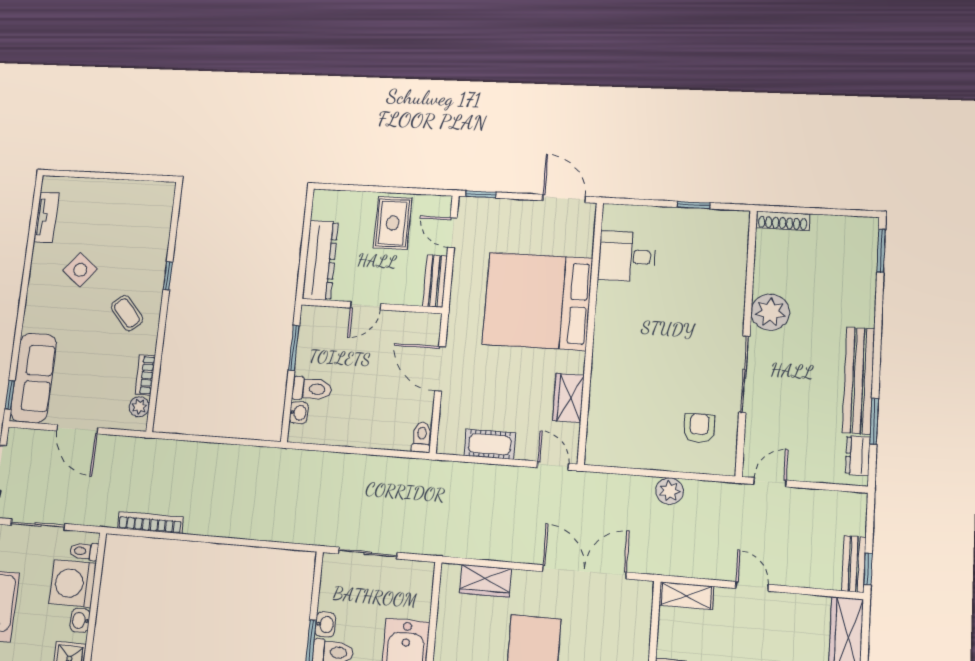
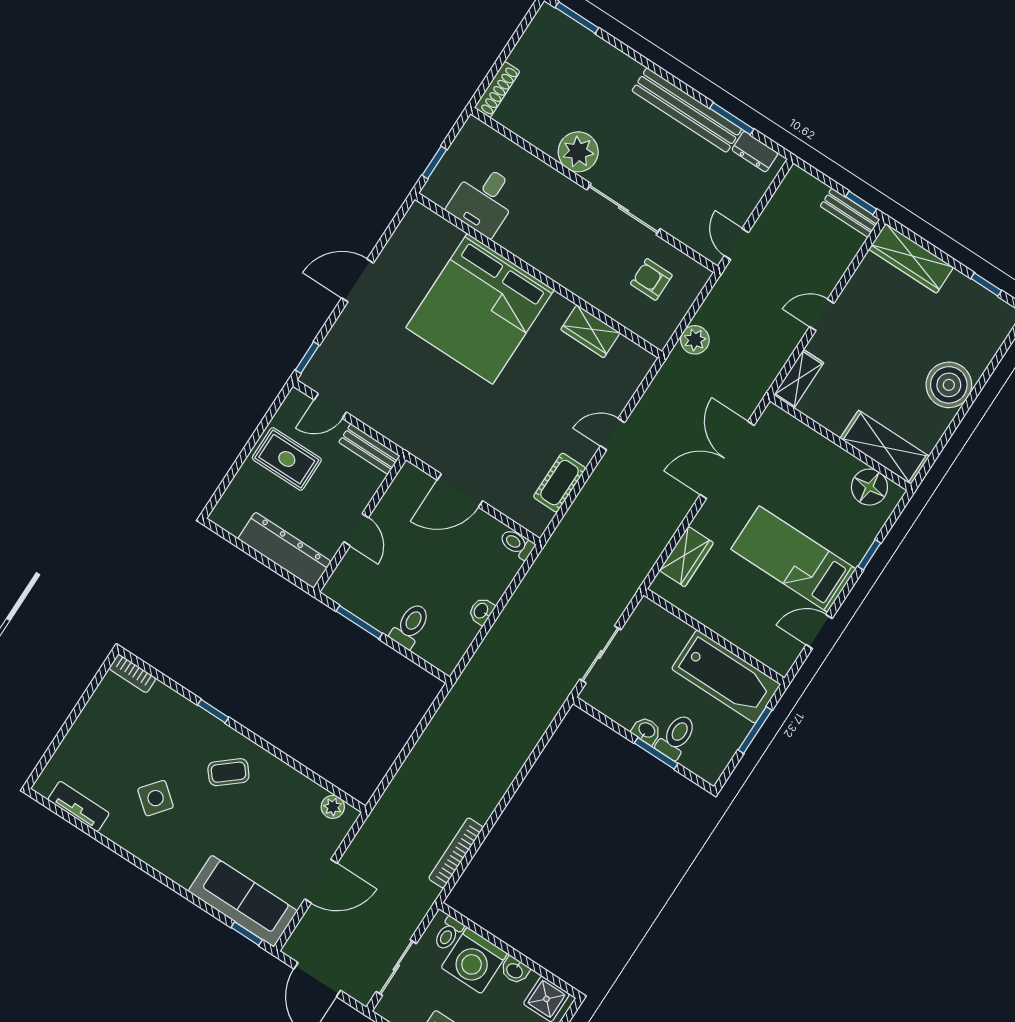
desk: (627, 256) -> (484, 200), moved
bed: (537, 301) -> (480, 309), moved
wall: (590, 332) -> (538, 275), moved
bookcase: (145, 375) -> (132, 673), moved
wardrobe: (568, 398) -> (590, 331), moved
washbasin: (299, 413) -> (481, 611), moved, turned -90

